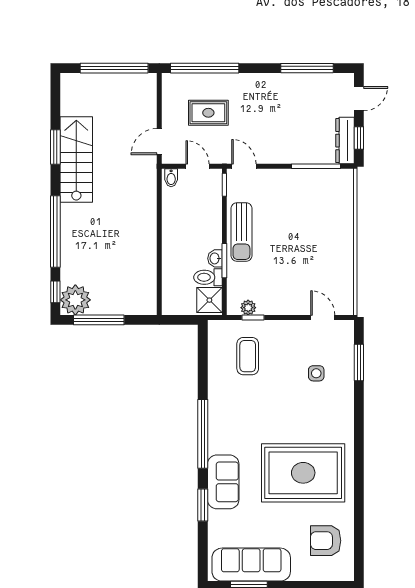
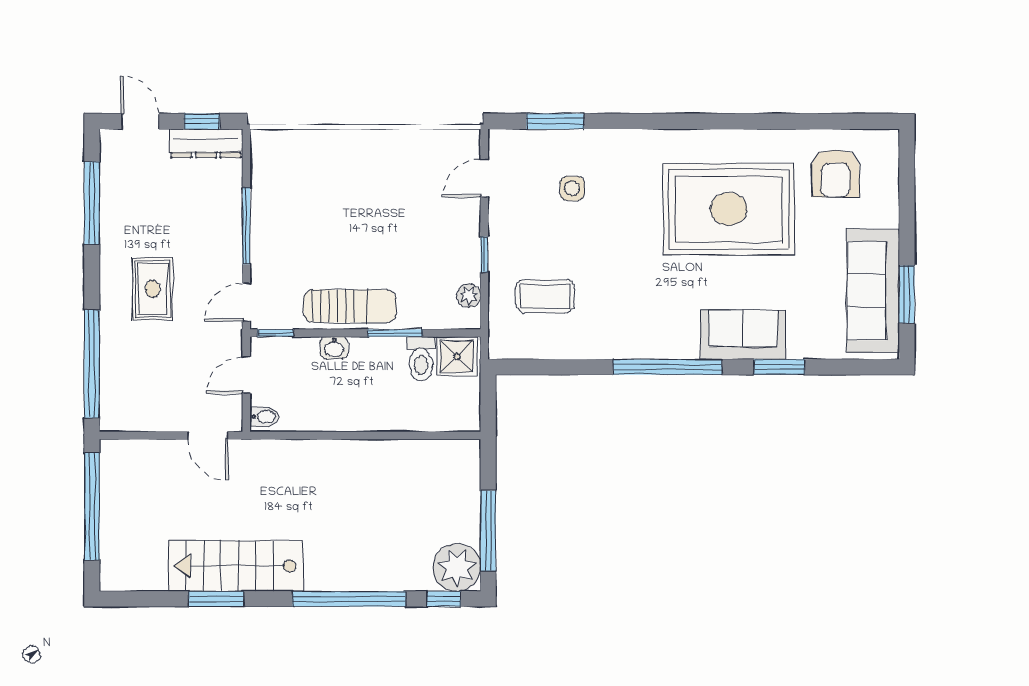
rug: (208, 113) -> (153, 289), moved
window: (316, 166) -> (246, 226), moved
washbasin: (215, 258) -> (334, 348), moved
window: (253, 317) -> (484, 255), moved
rug: (303, 473) -> (729, 209), turned 90

